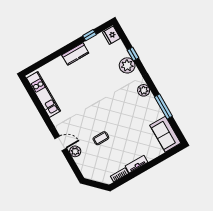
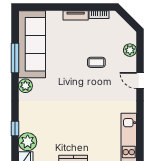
plant: (127, 65) -> (28, 142), moved
sofa: (165, 134) -> (32, 44), width x1.85, depth x1.27
plant: (75, 151) -> (130, 50), moved

